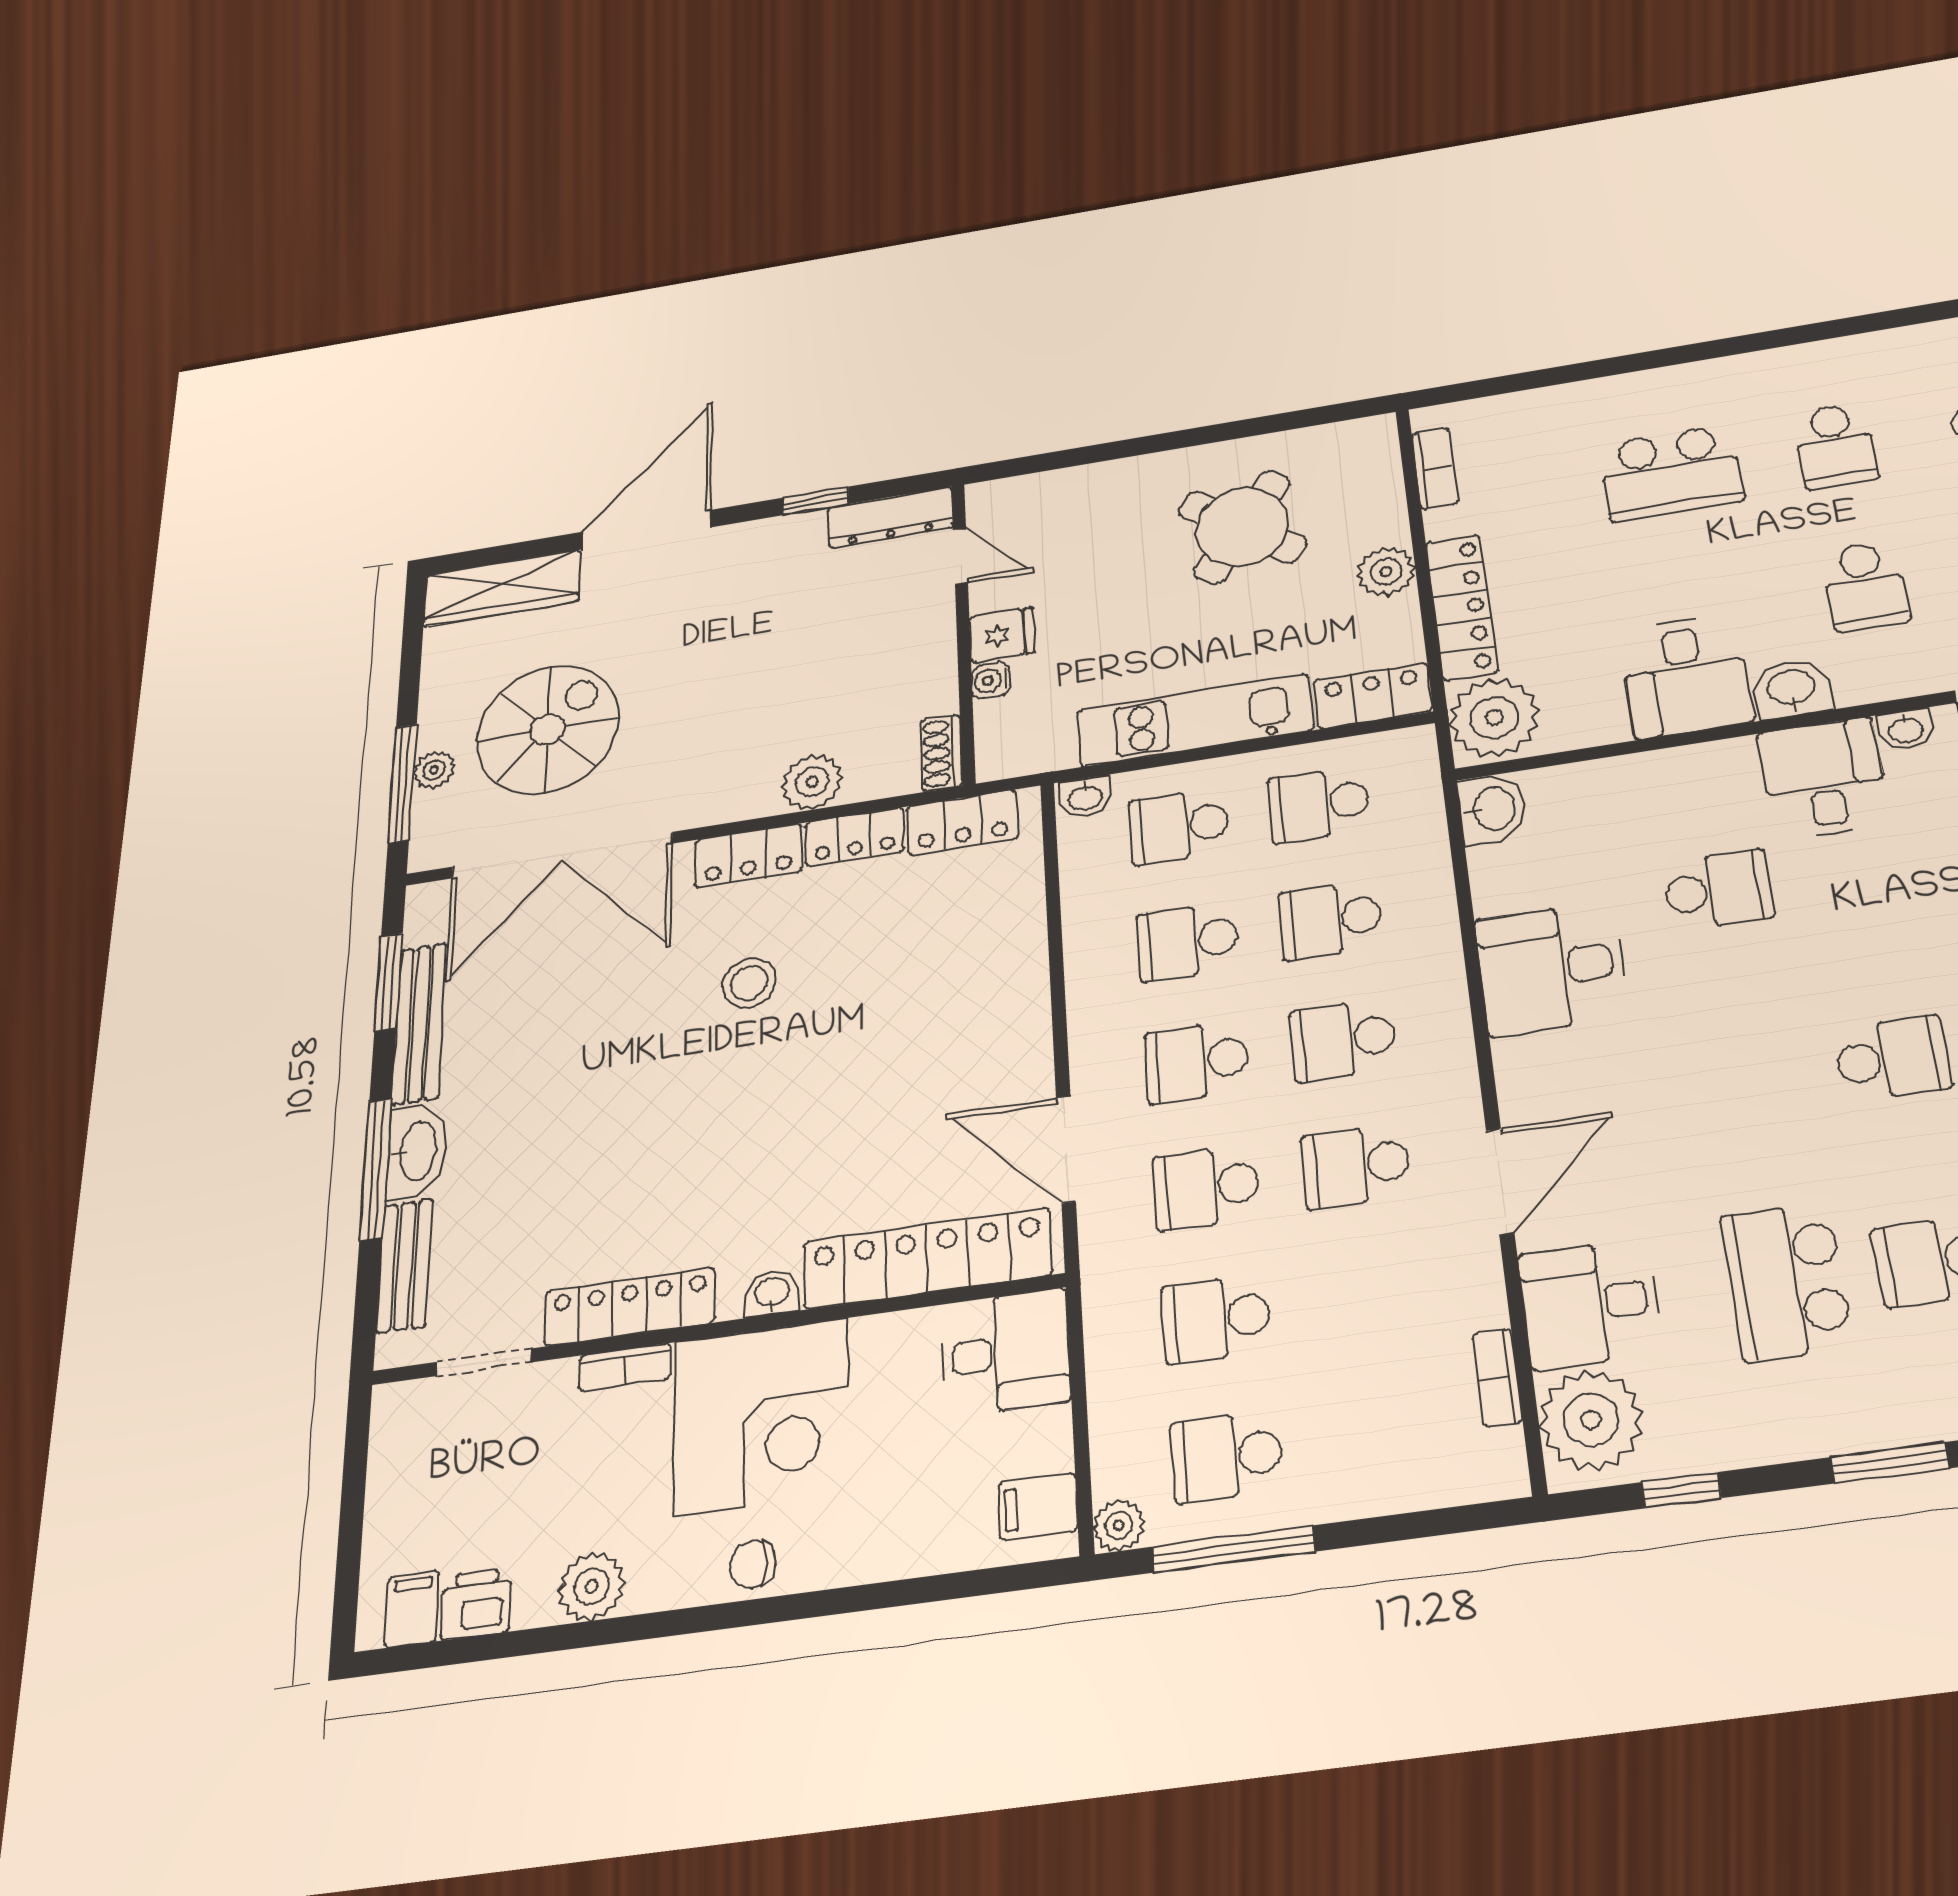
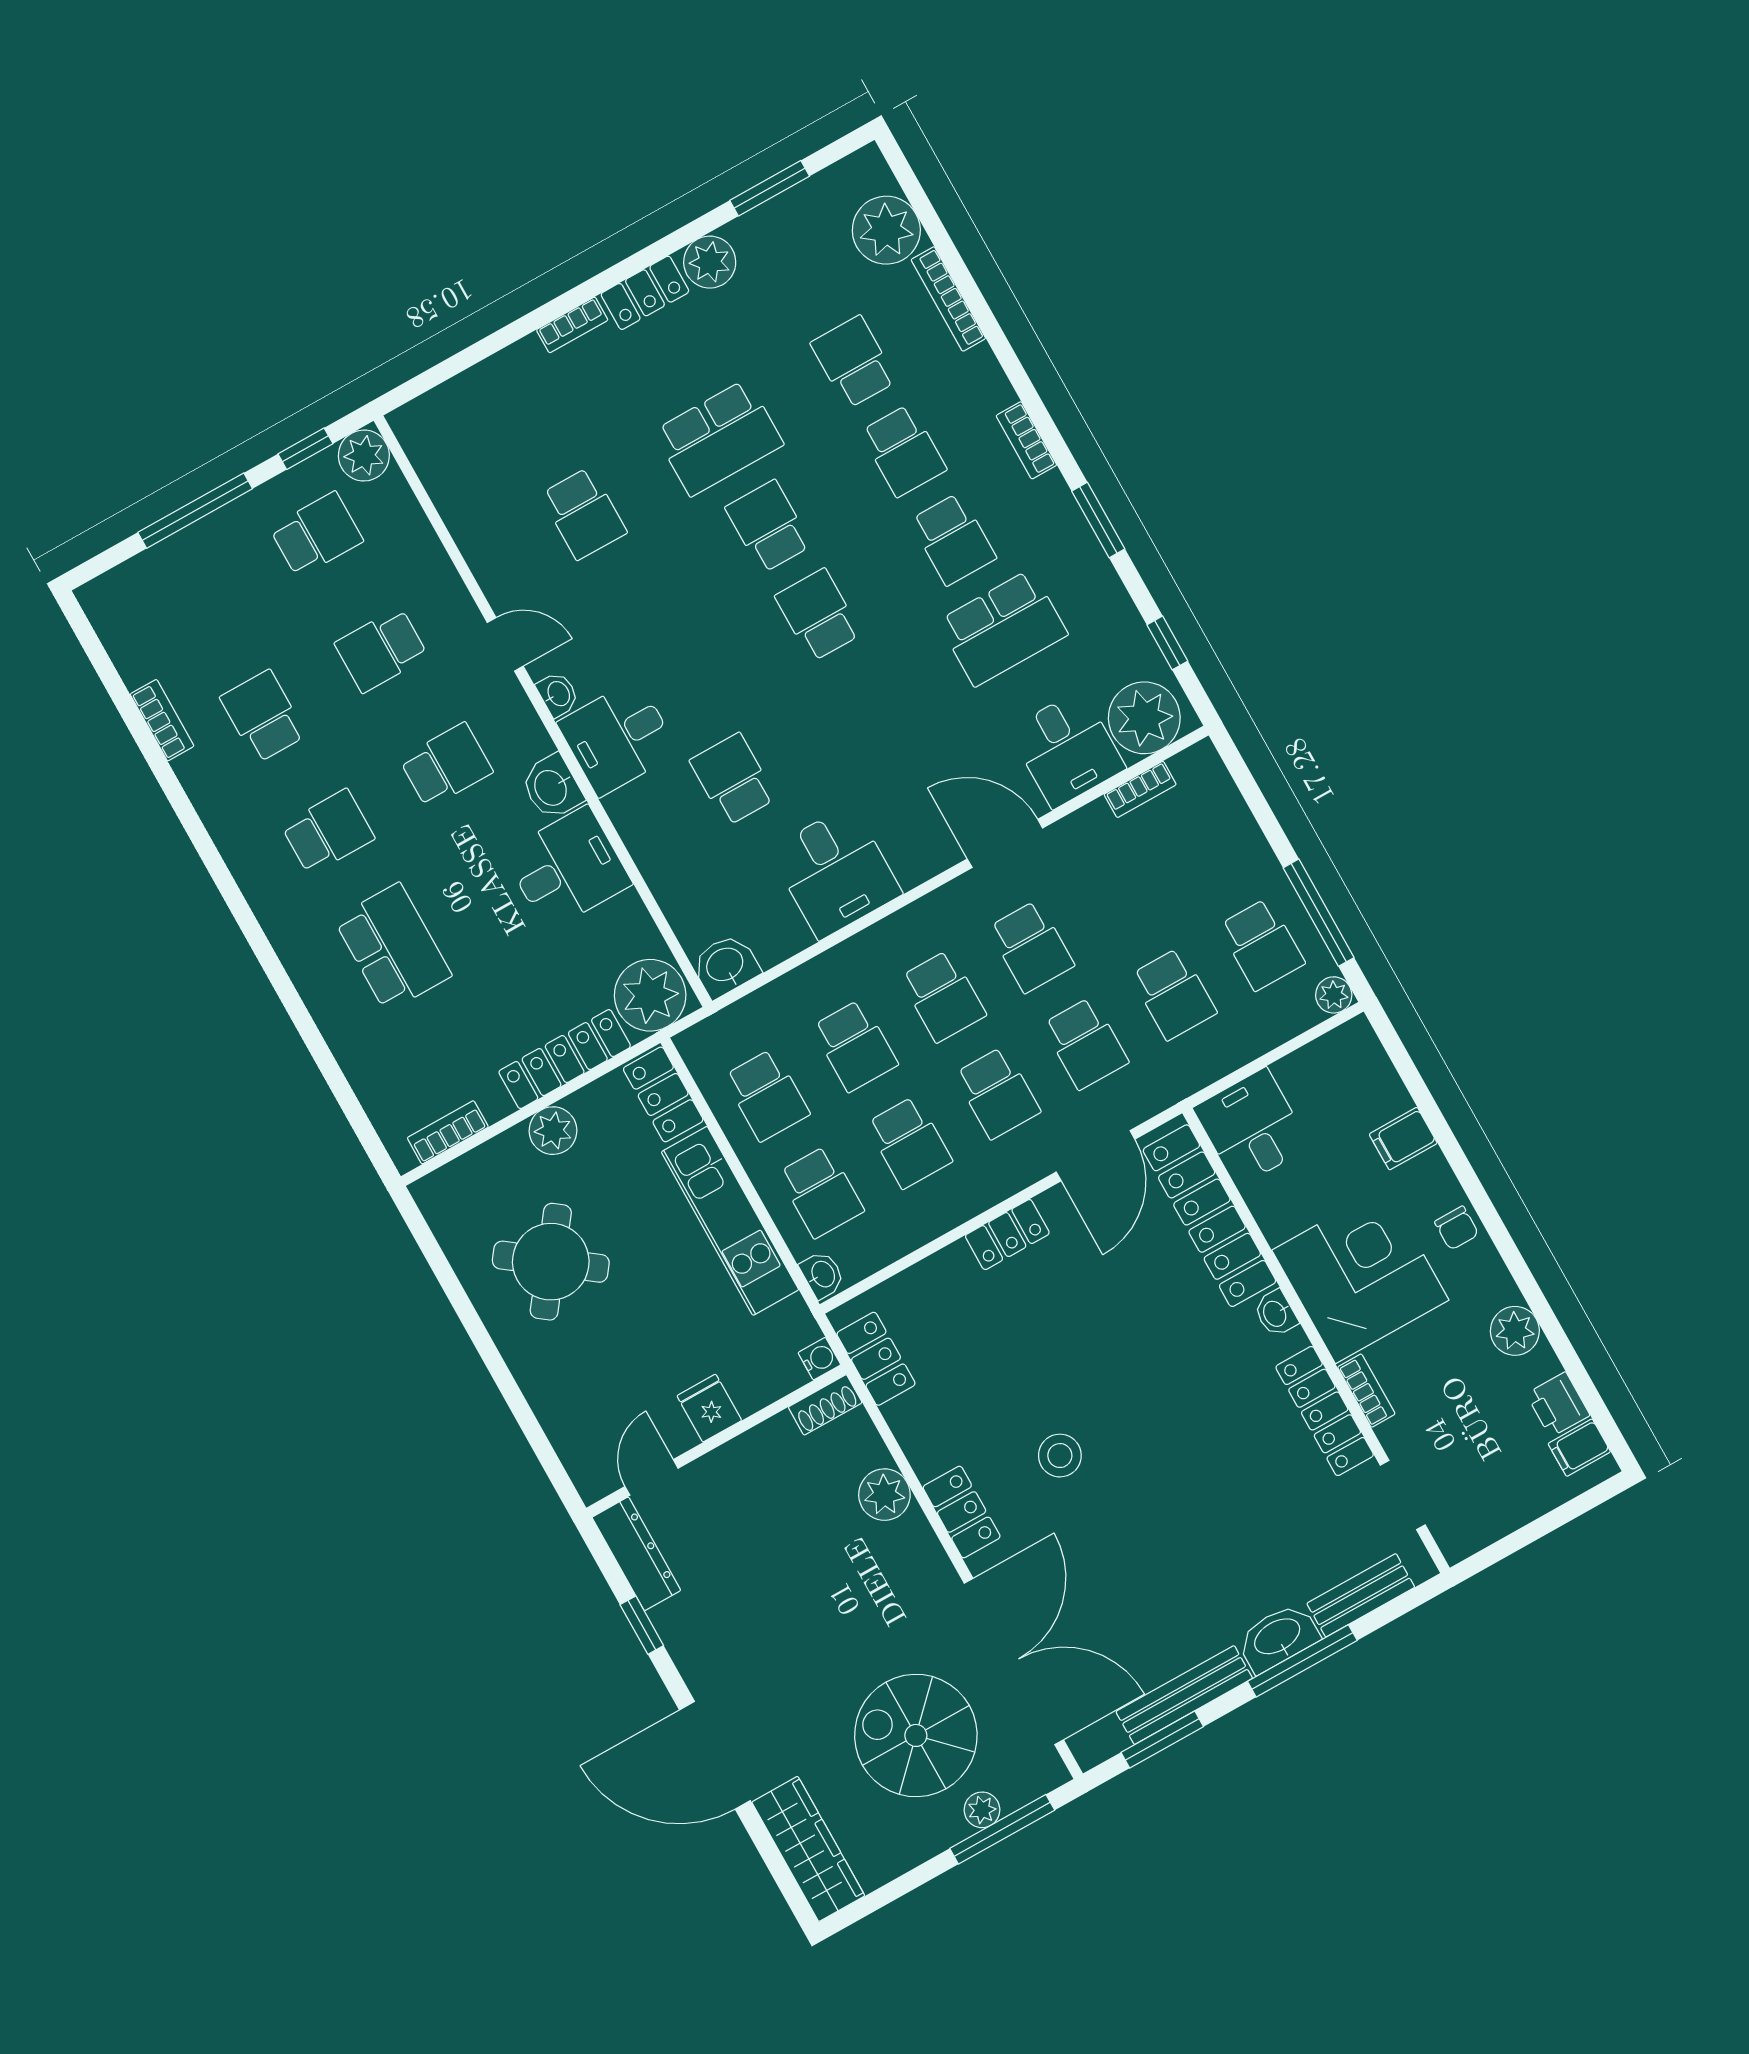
water cooler: (991, 680) -> (819, 1359), moved, turned -90
locker: (855, 837) -> (1007, 1235), moved, turned 90
filing cabinet: (1038, 1507) -> (1403, 1139), moved, turned 90

